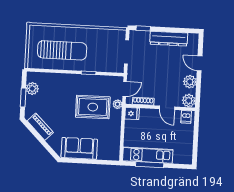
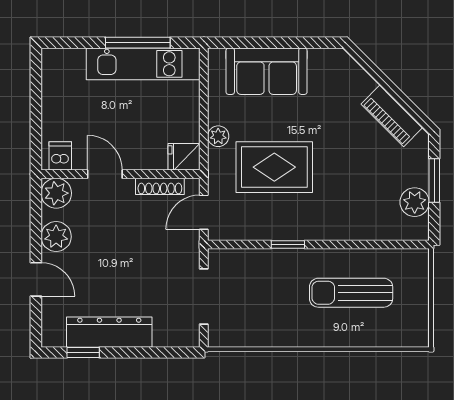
window: (143, 28) -> (83, 353), moved
sun lounger: (62, 50) -> (351, 293), width x0.73, depth x0.75
plant: (118, 104) -> (218, 136), moved
sofa: (79, 148) -> (267, 71), moved

